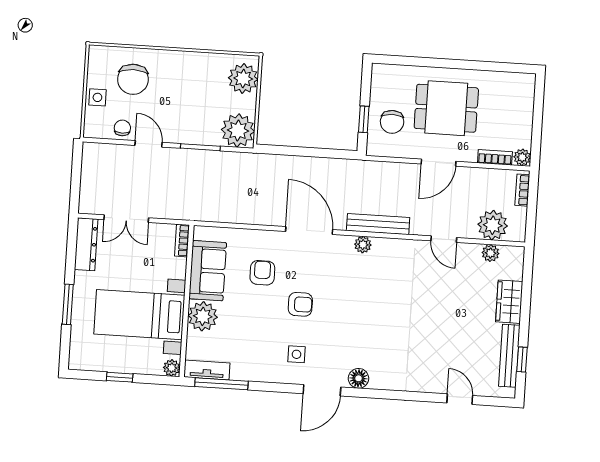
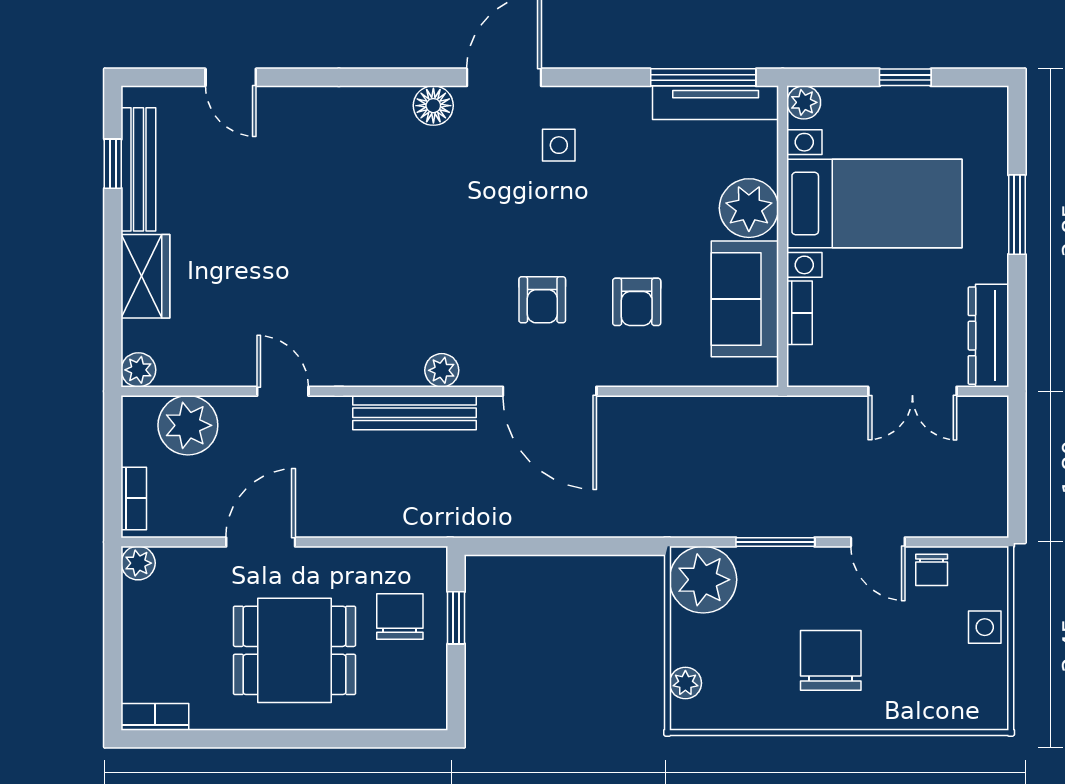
chair: (133, 79) -> (831, 660), moved
plant: (243, 79) -> (685, 683), width x0.53, depth x0.53
bookcase: (495, 157) -> (155, 717), moved, turned 180
door: (438, 163) -> (261, 542), moved
double door: (126, 219) -> (912, 391), swing flipped
bookcase: (182, 241) -> (799, 313), moved
plant: (491, 253) -> (138, 370), moved
armchair: (300, 304) -> (542, 300), moved, turned -90
tv unit: (207, 370) -> (716, 103), width x1.41

